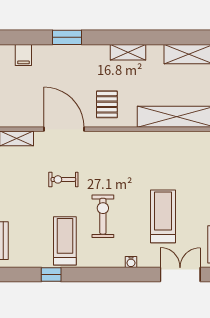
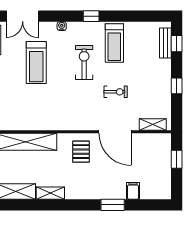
shelving: (128, 52) -> (50, 193), moved
filing cabinet: (23, 55) -> (133, 191), moved
exercise bike: (103, 216) -> (84, 63), turned 180
window: (51, 275) -> (91, 16), moved

